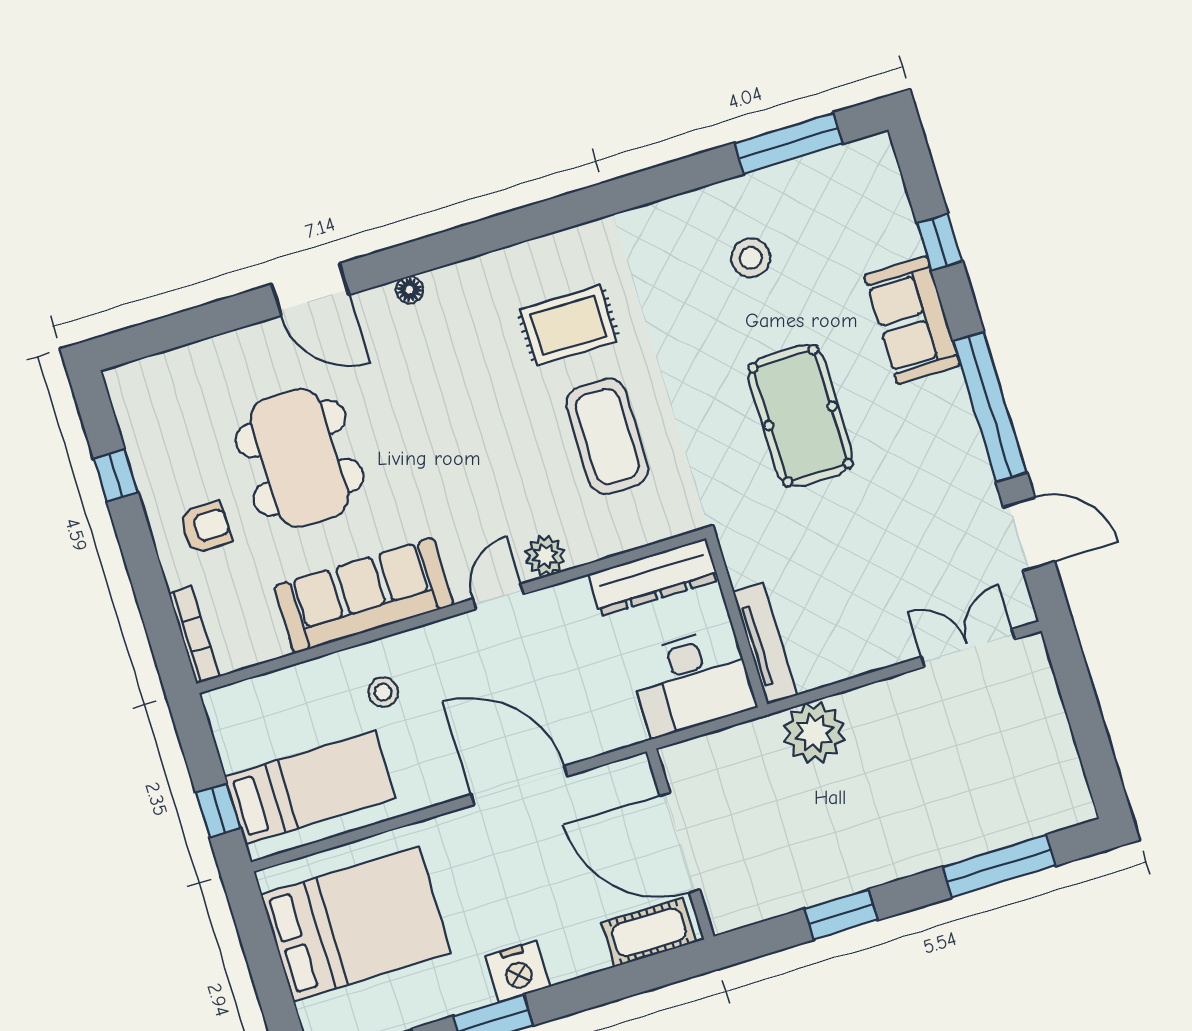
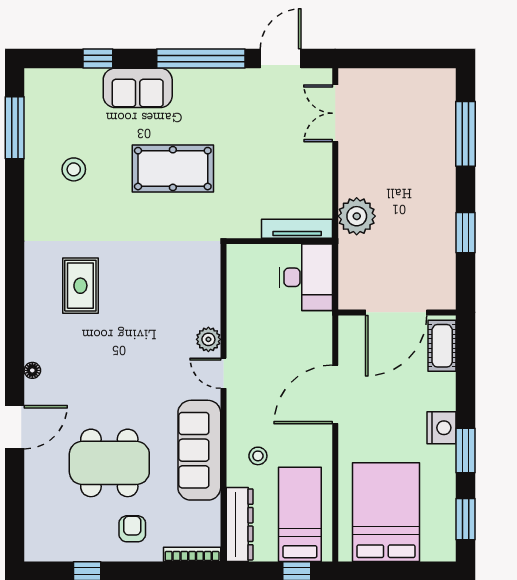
coffee table: (607, 436) -> (151, 283), removed
dresser: (653, 577) -> (240, 524), moved

